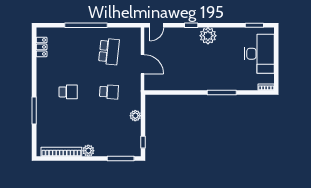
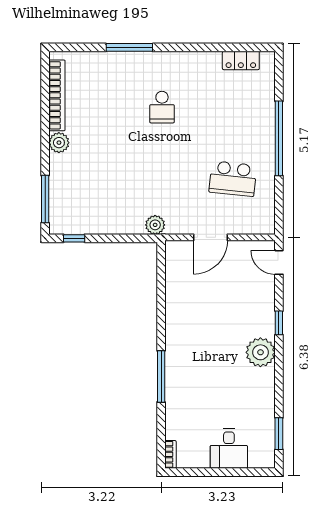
desk: (259, 54) -> (229, 449), width x0.53, depth x0.77
school desk: (109, 92) -> (162, 179), removed
plant: (135, 116) -> (155, 225), moved

